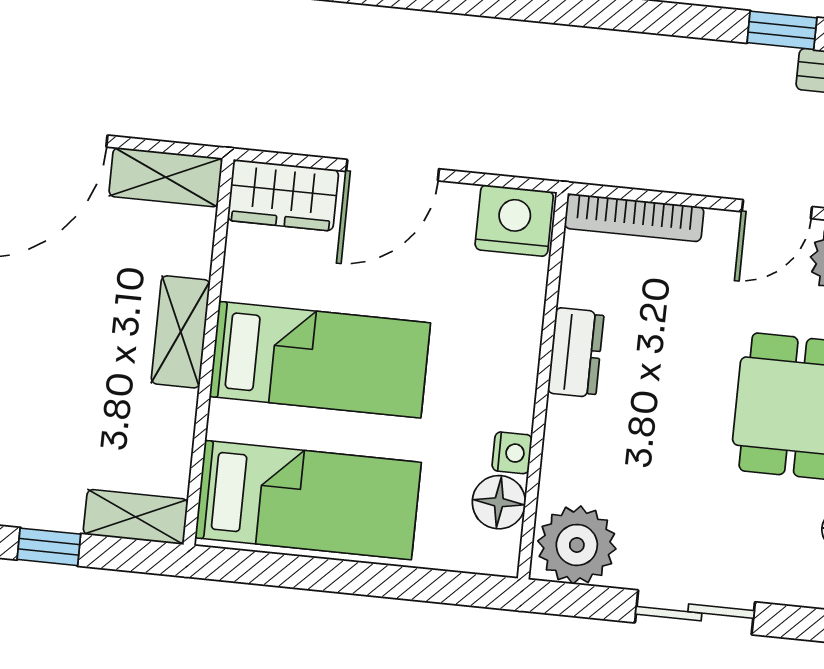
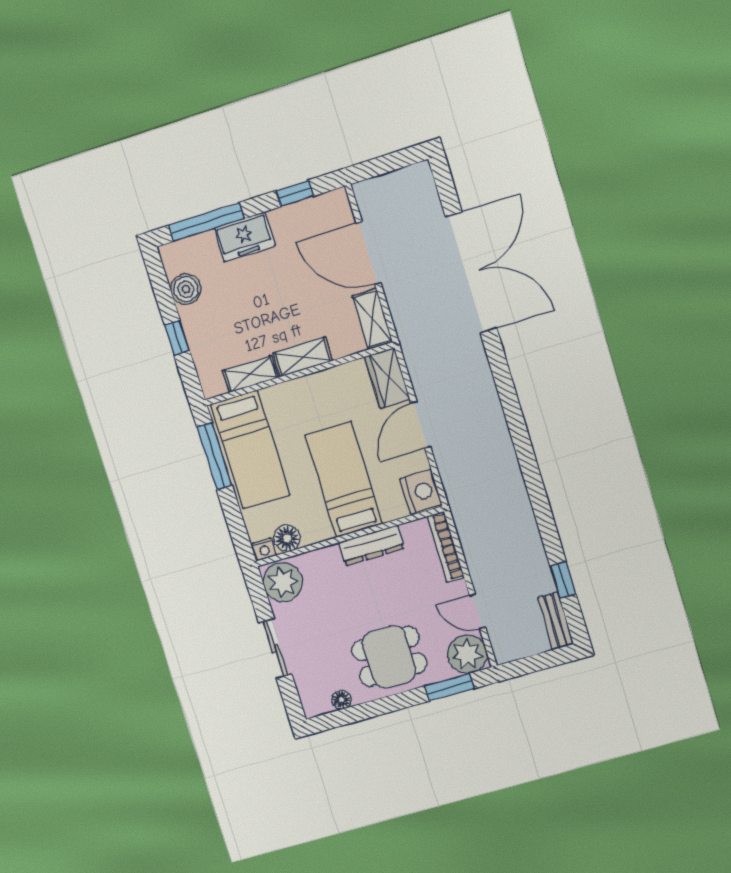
door: (393, 170) -> (421, 425), hinge flipped
dresser: (576, 353) -> (371, 545), width x1.44
bed: (320, 360) -> (344, 480), moved, turned 180
nightstand: (512, 453) -> (264, 549), moved
shelving: (136, 517) -> (250, 374), moved, turned 90
window: (293, 572) -> (214, 456), added

